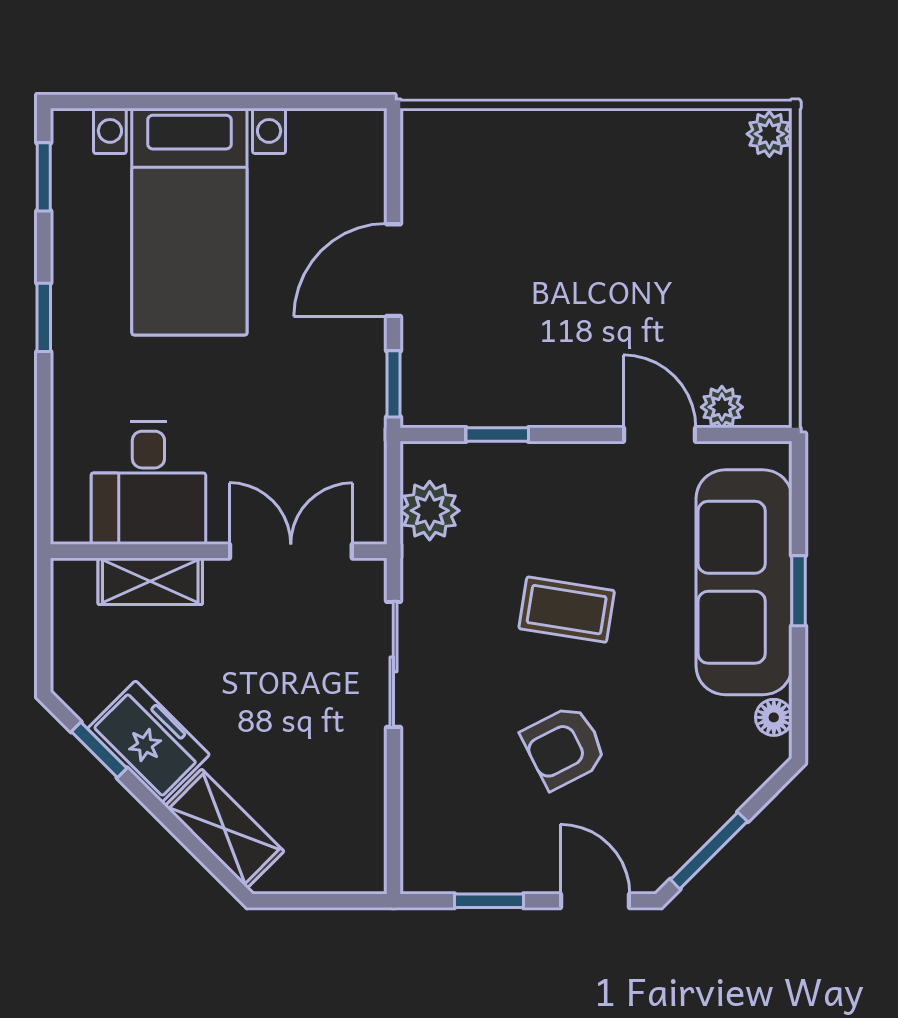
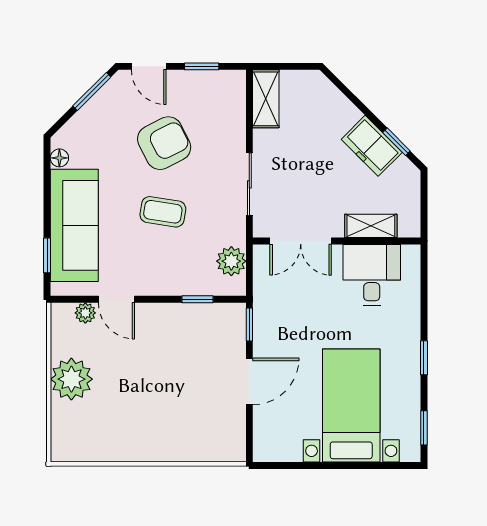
plant: (769, 134) -> (71, 379), moved, width x1.87, depth x1.87
window: (799, 591) -> (47, 255), moved
armchair: (564, 747) -> (164, 143), width x1.38, depth x1.38
shelving: (224, 829) -> (266, 99), moved, turned 45

